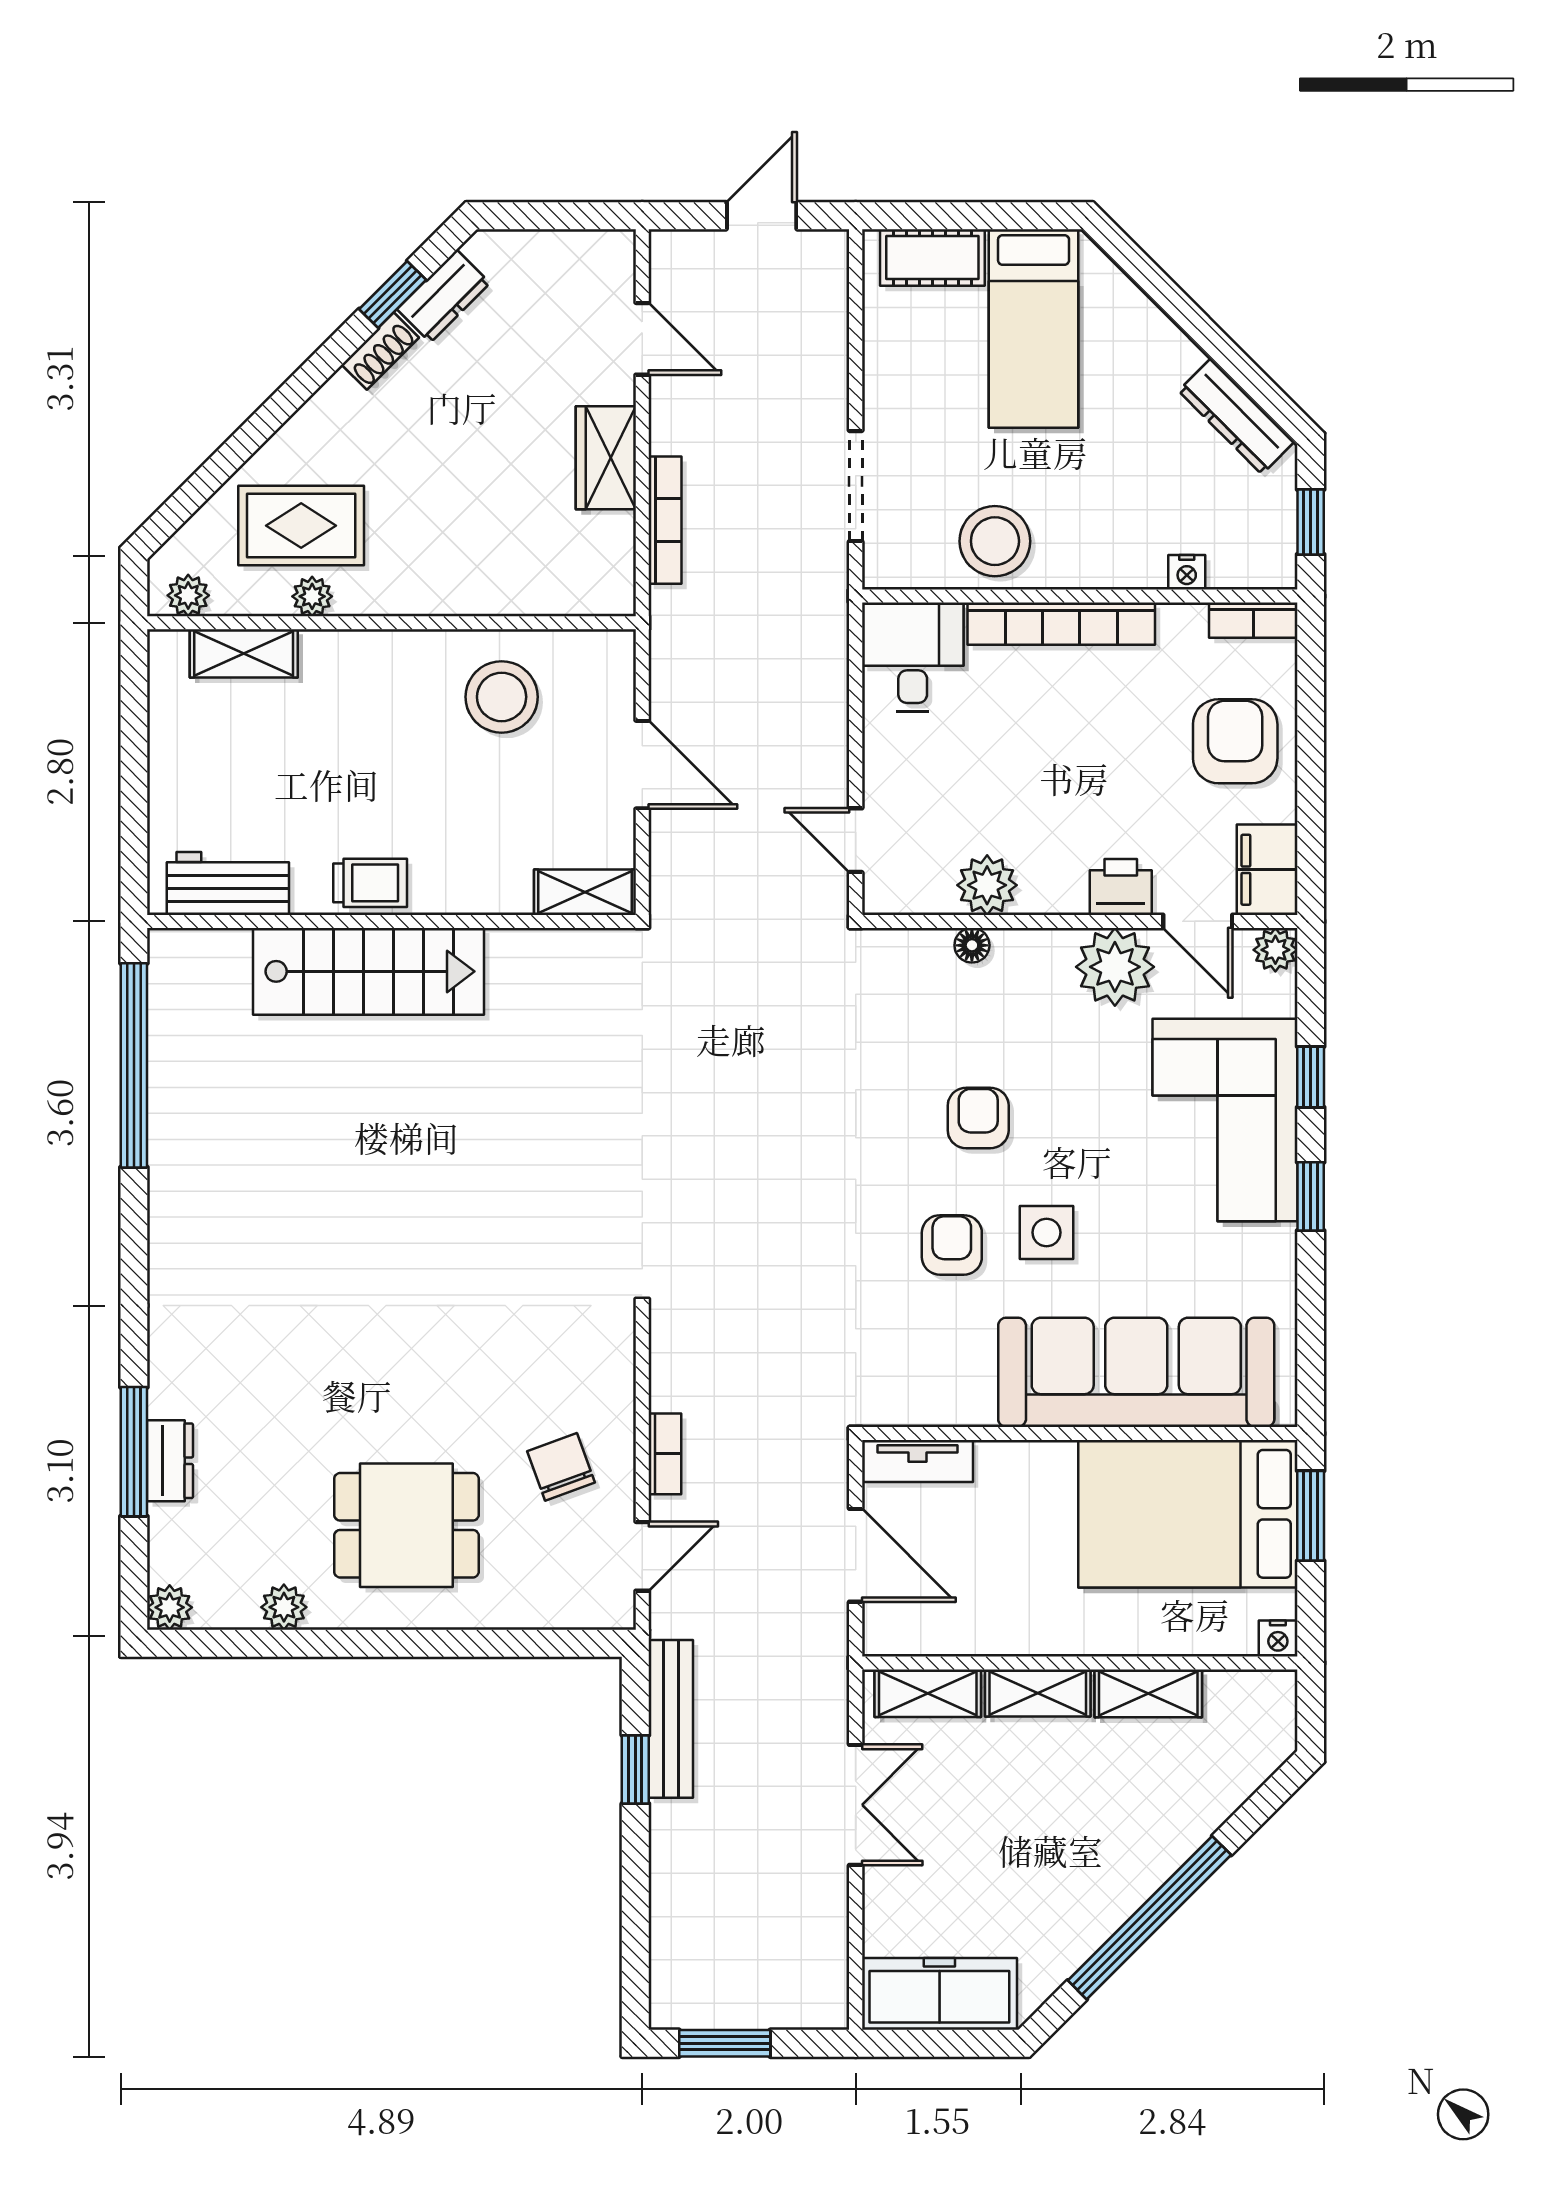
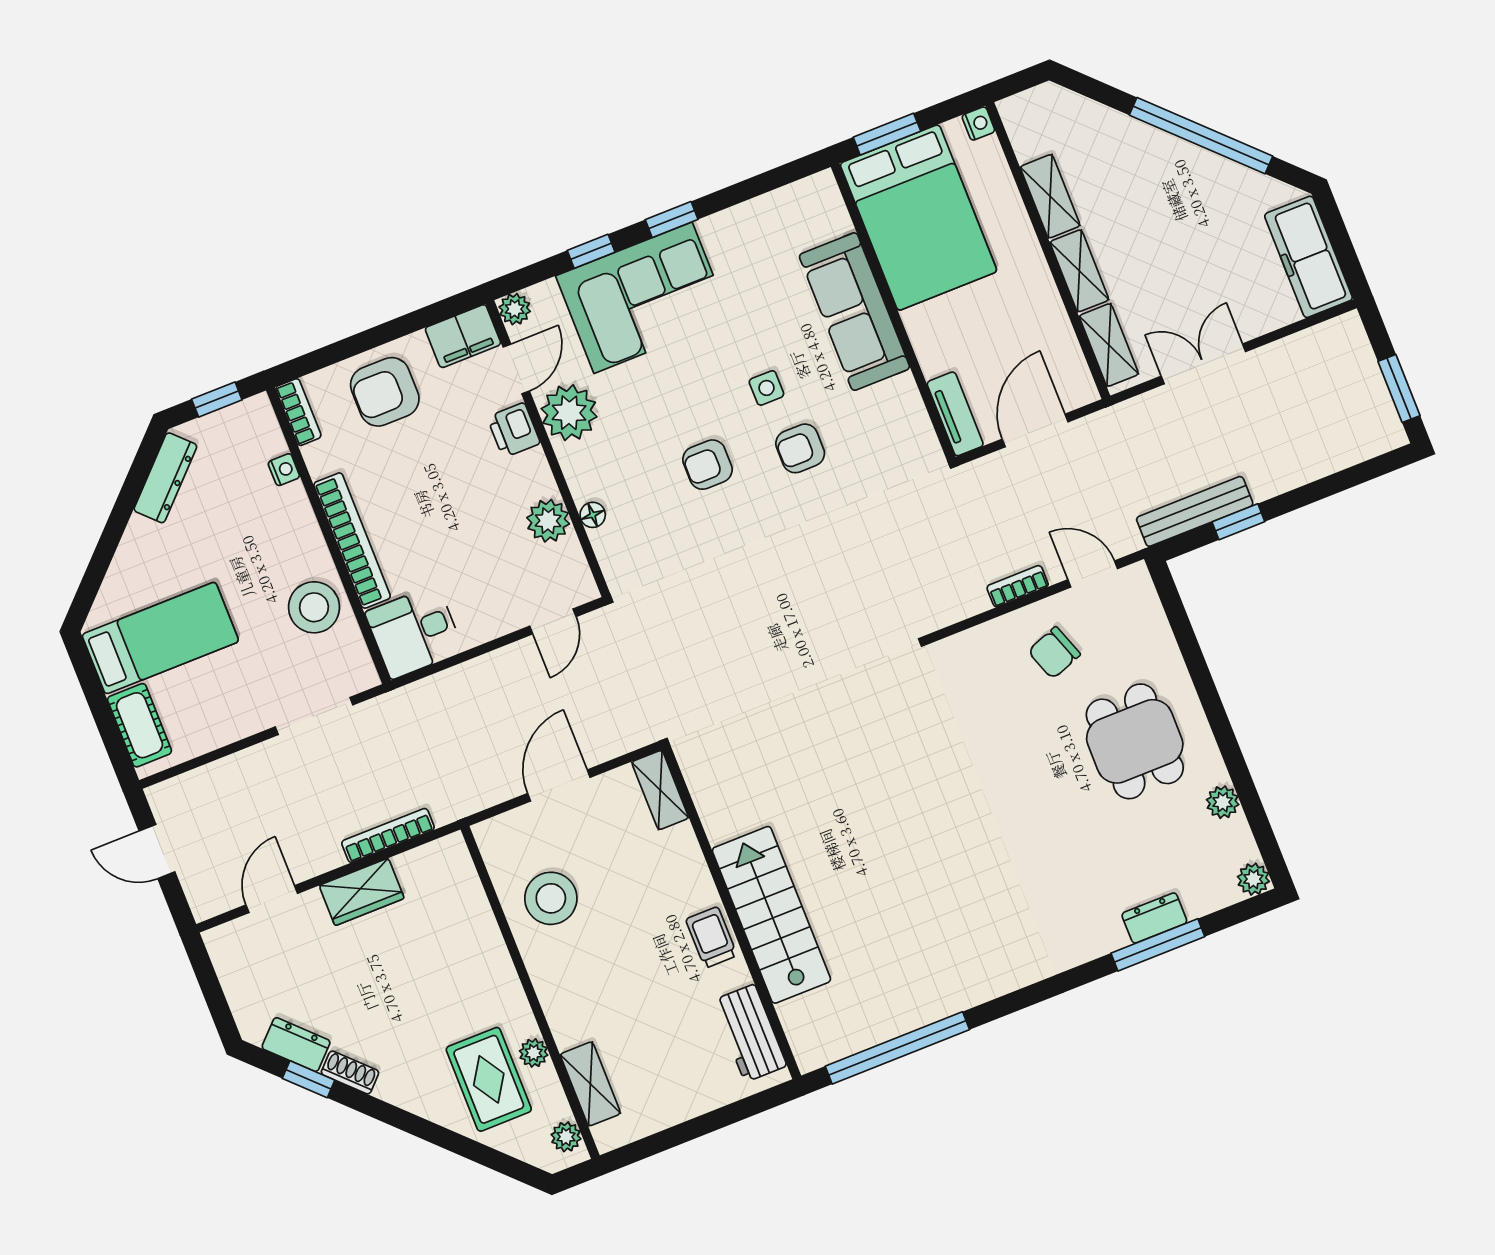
side table: (1046, 1232) -> (766, 388), width x0.73, depth x0.73
sofa: (1136, 1372) -> (854, 312), width x0.74, depth x0.79

